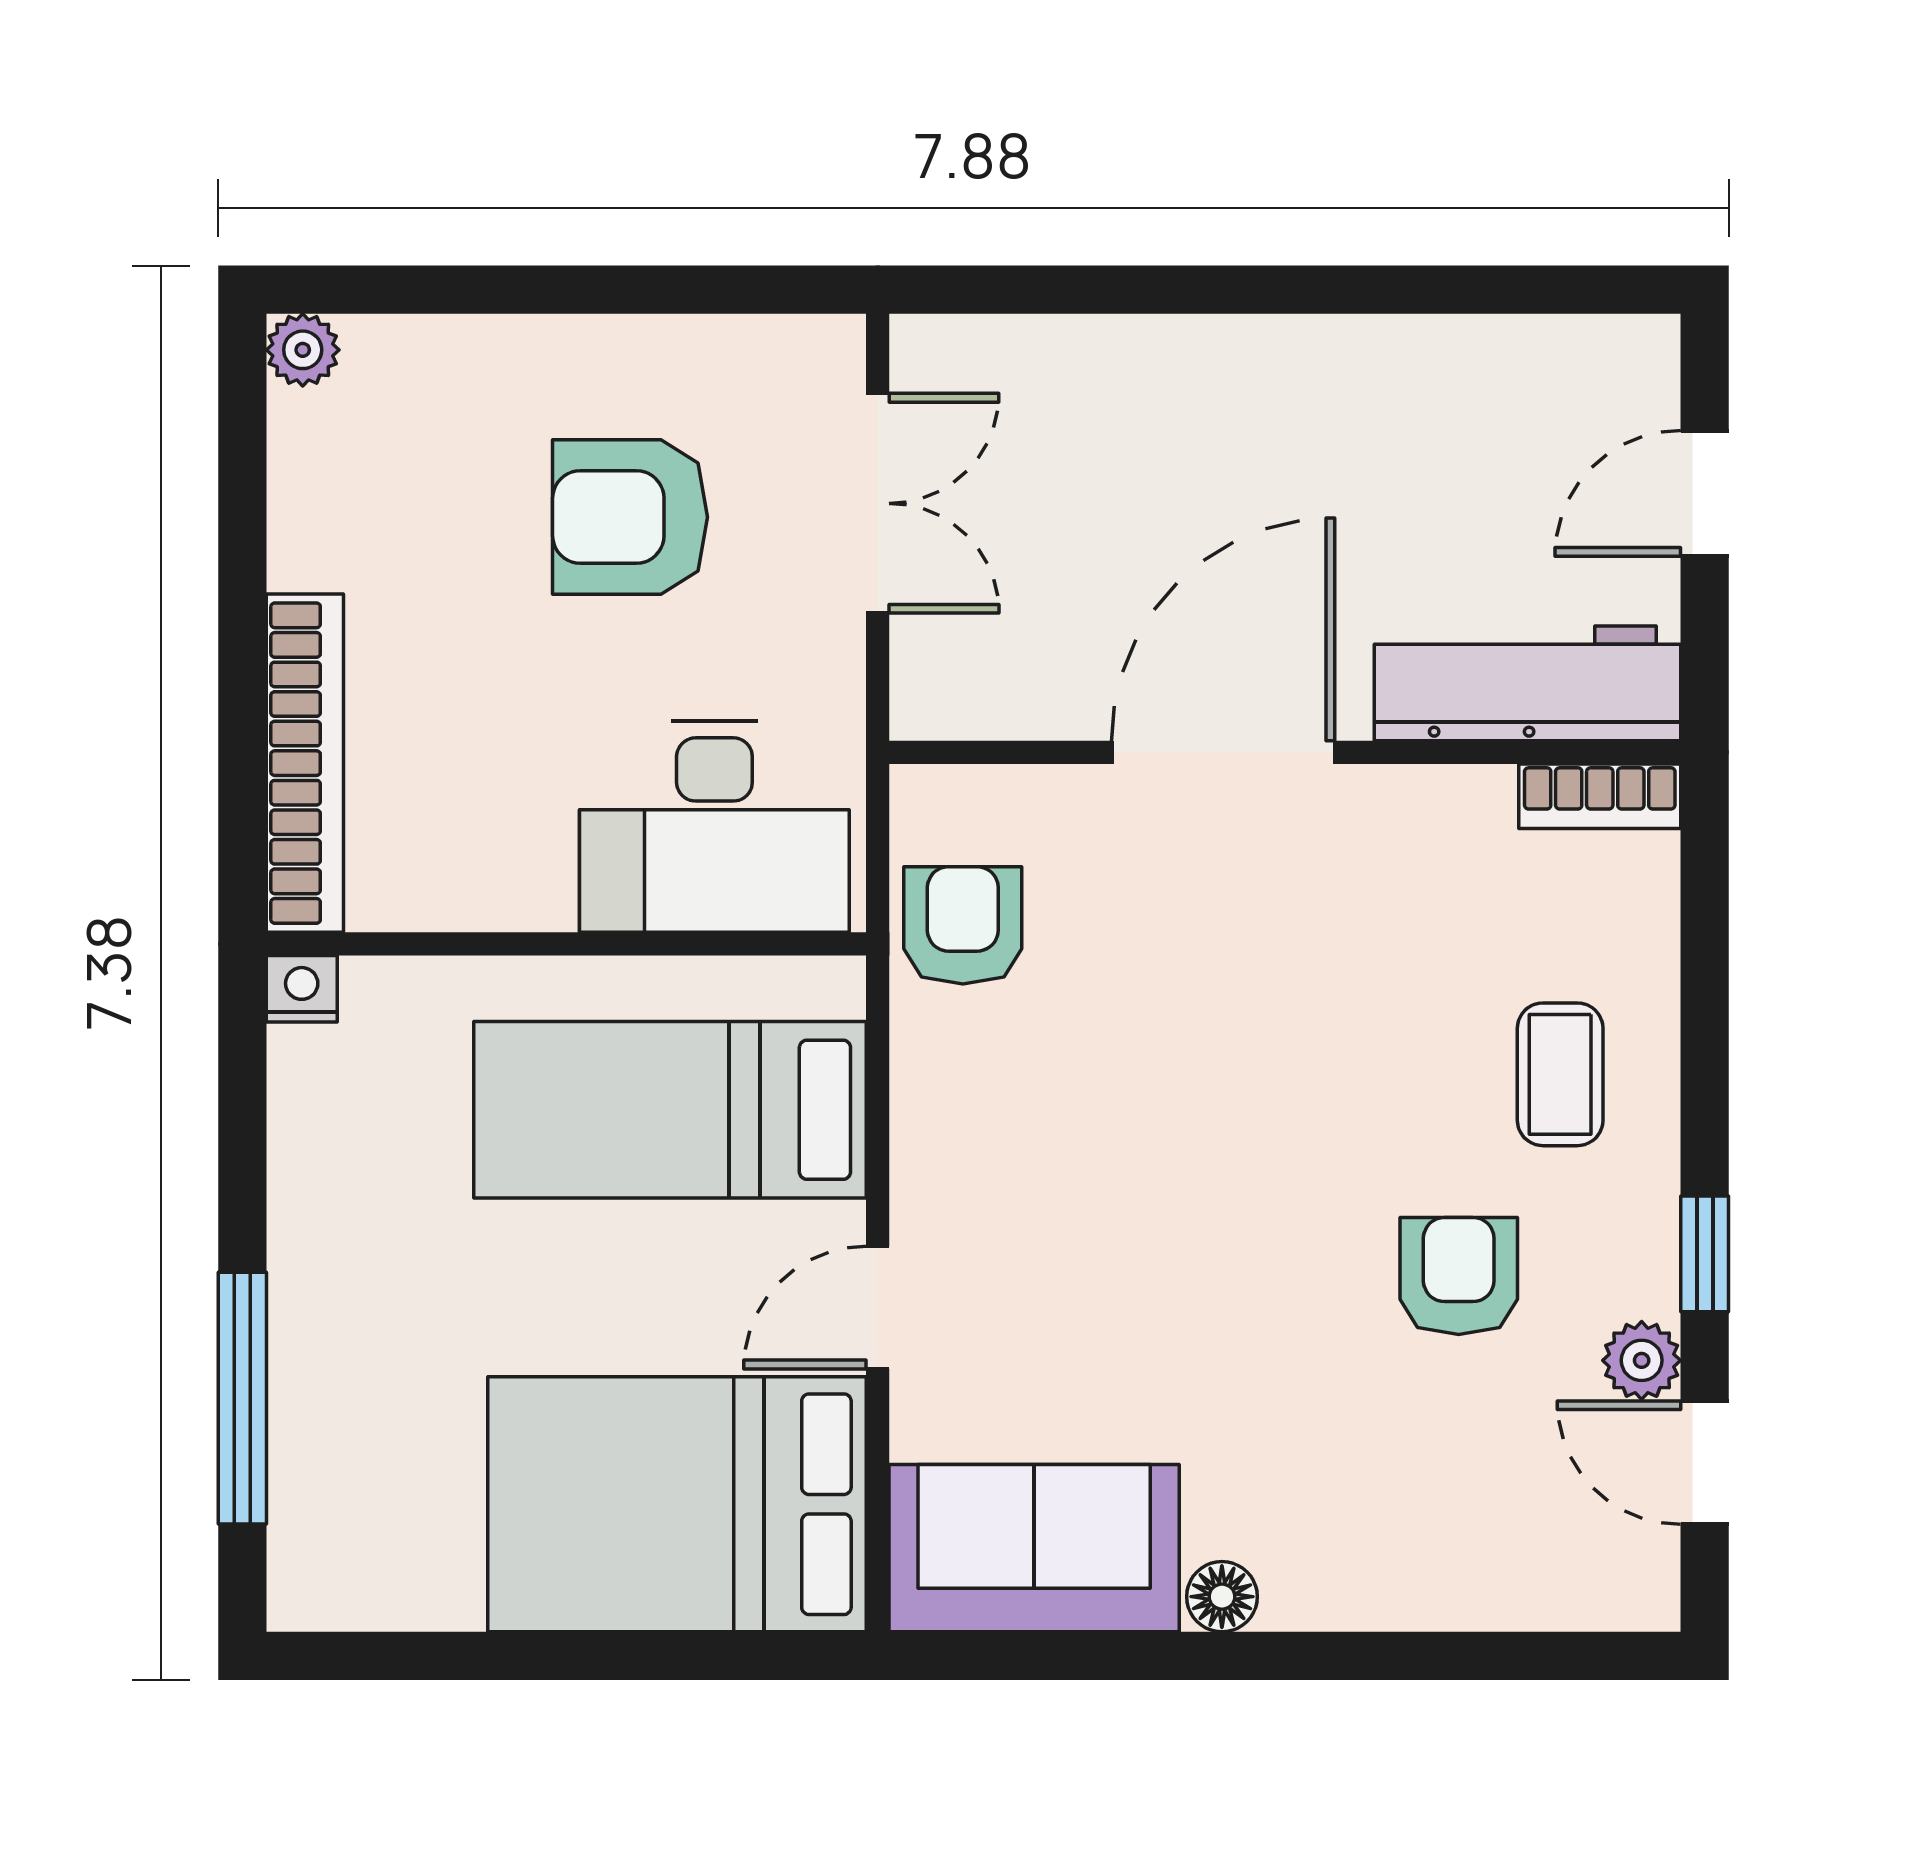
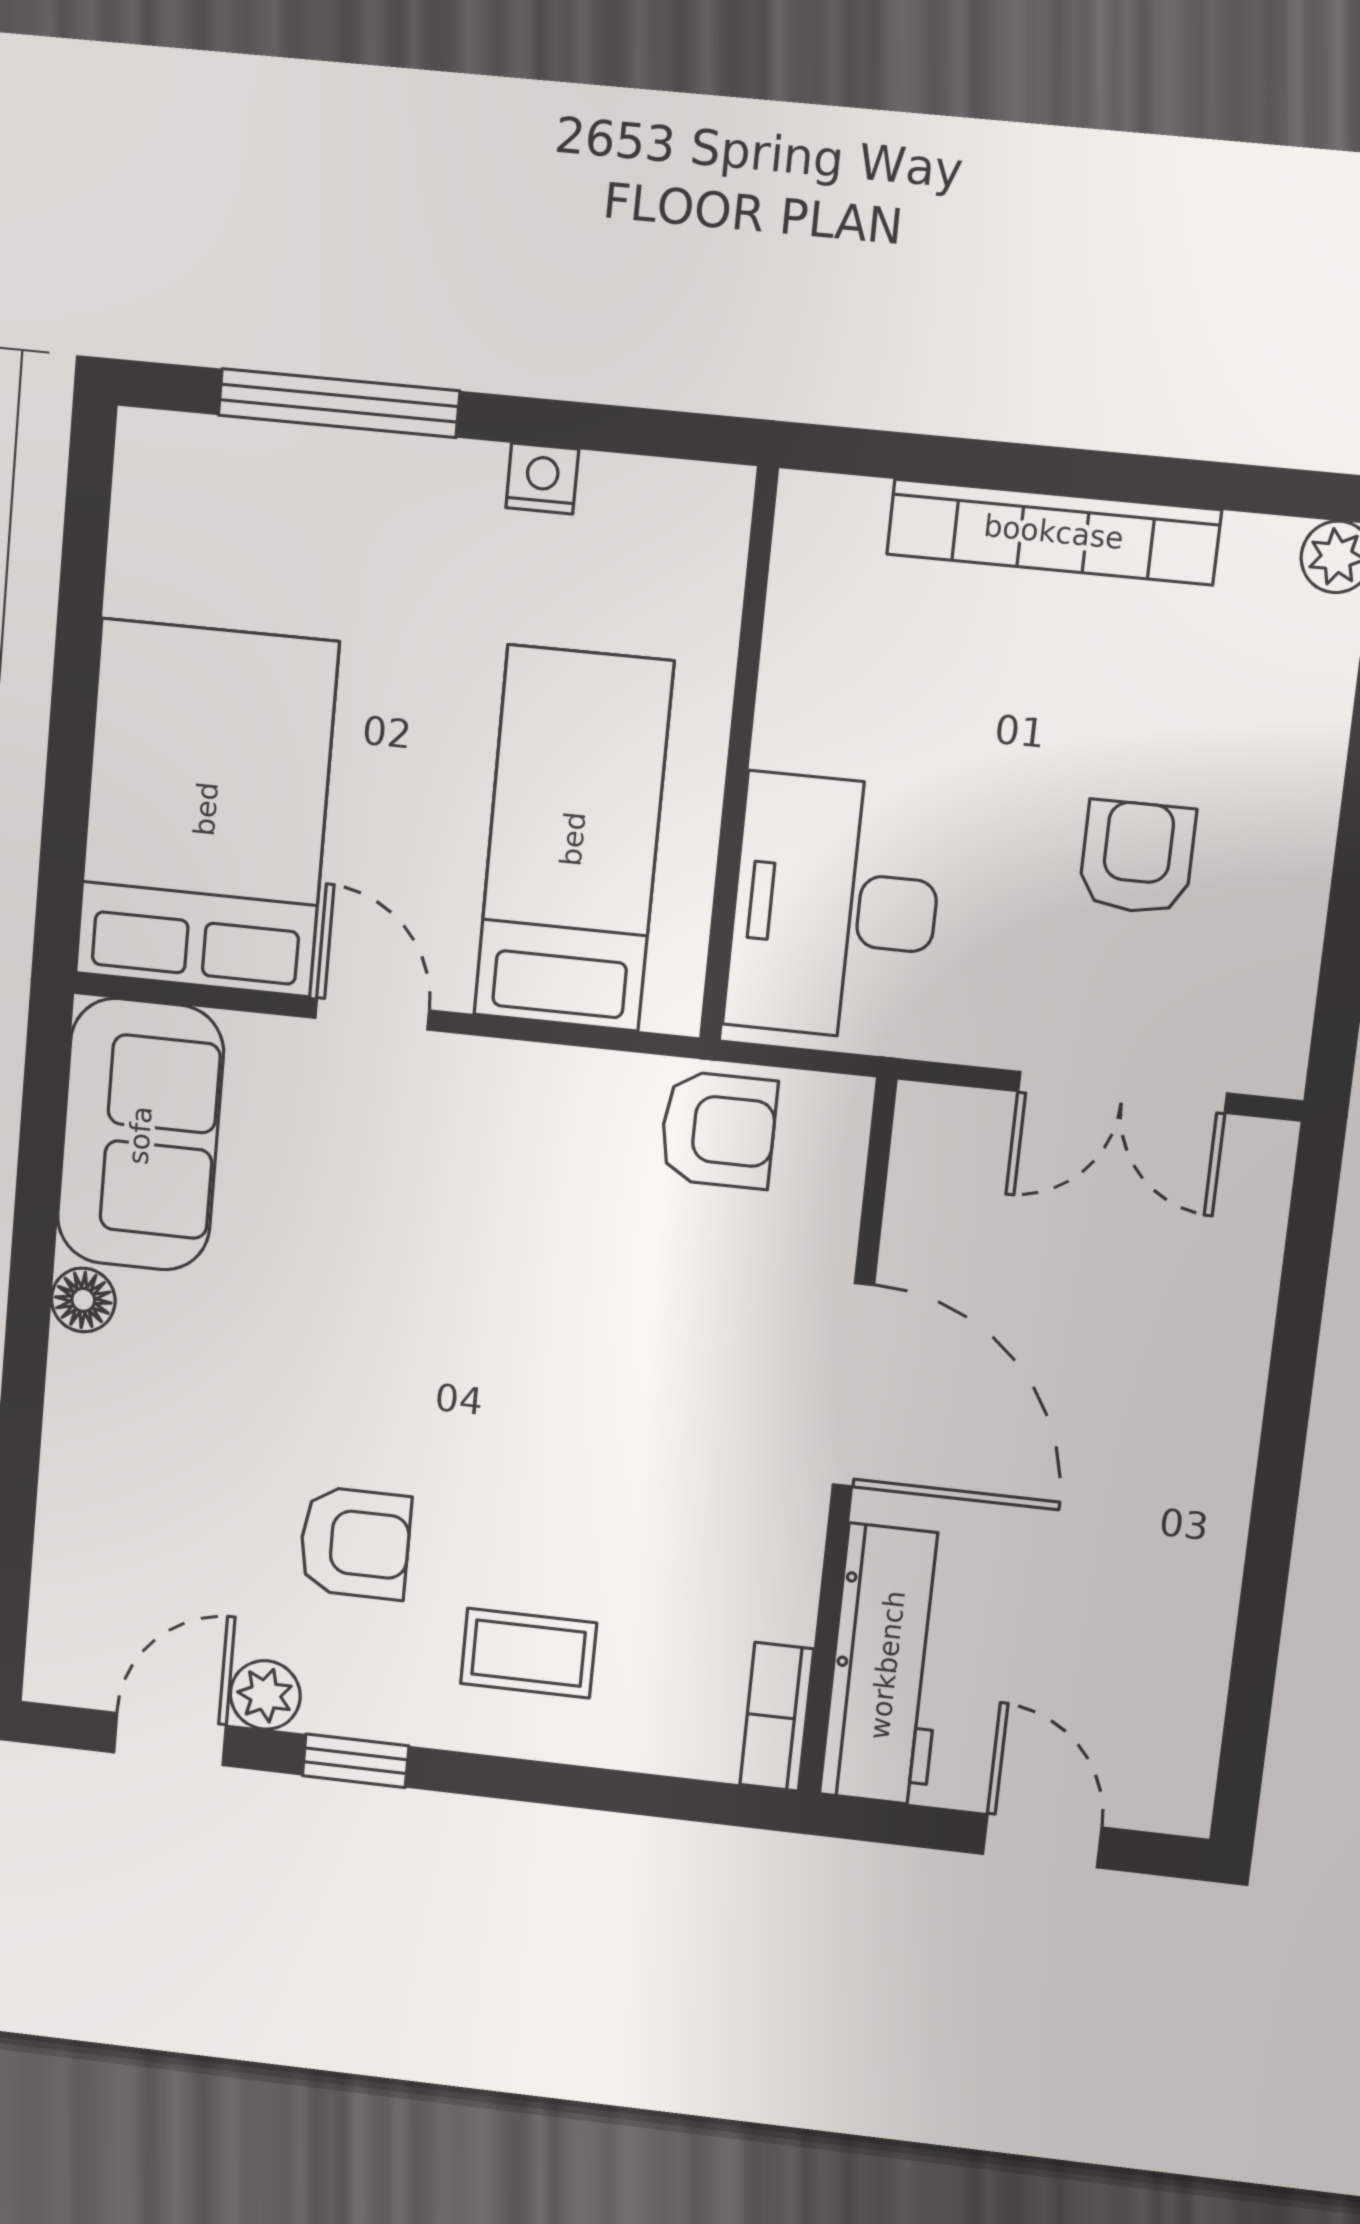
armchair: (630, 517) -> (1137, 857), width x0.72, depth x0.72
bookcase: (305, 763) -> (1054, 532), moved
nightstand: (302, 989) -> (542, 478), moved, turned -90

